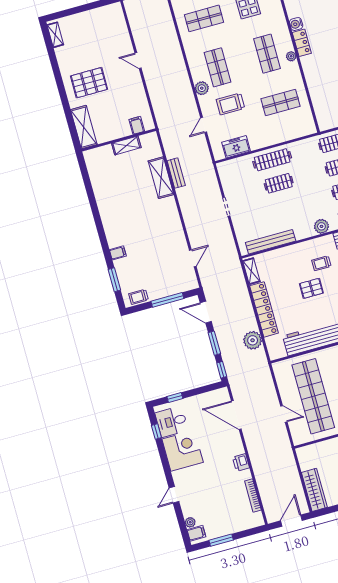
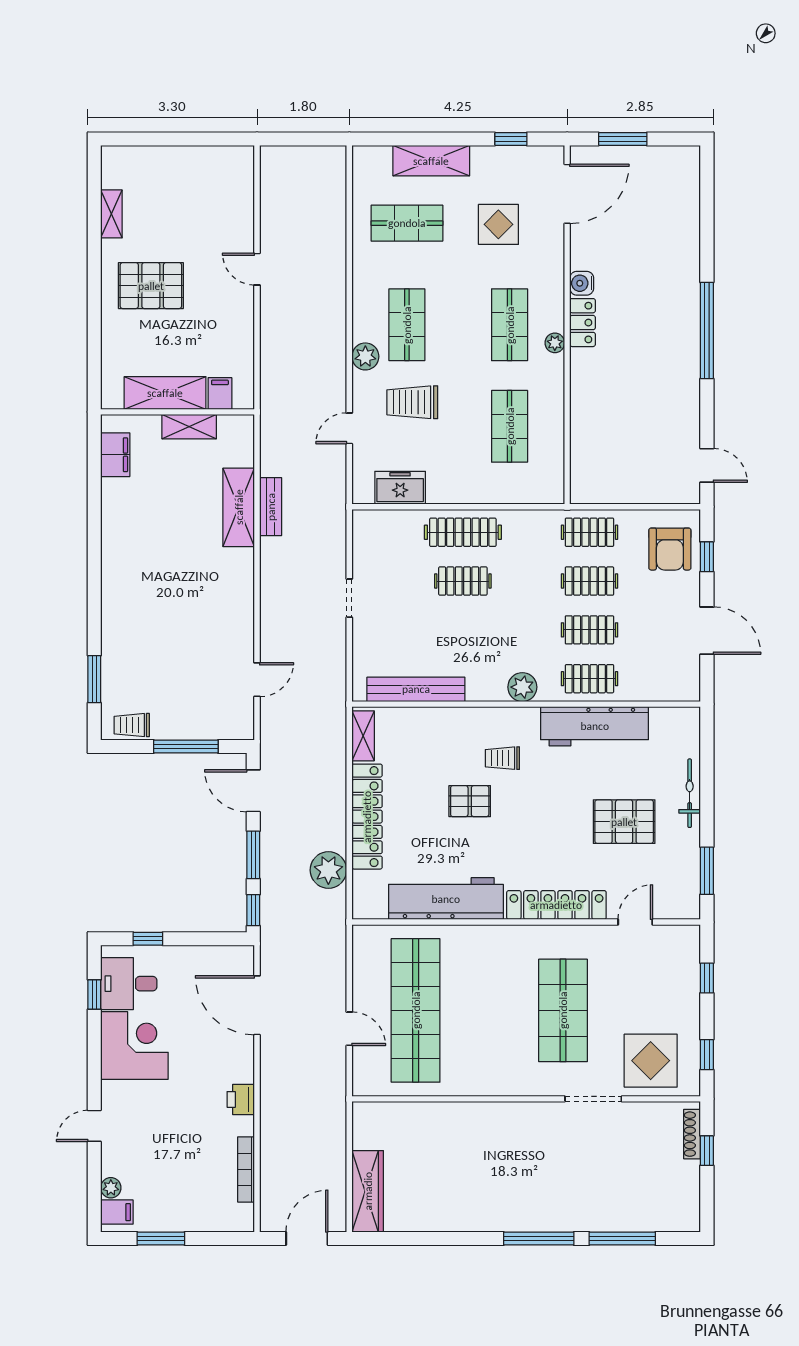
shelving: (55, 35) -> (111, 214), moved
shop shelf: (281, 103) -> (510, 426), turned 90
shelving: (84, 127) -> (165, 393), moved, turned 90
filing cabinet: (118, 253) -> (115, 455), moved, width x2.00

